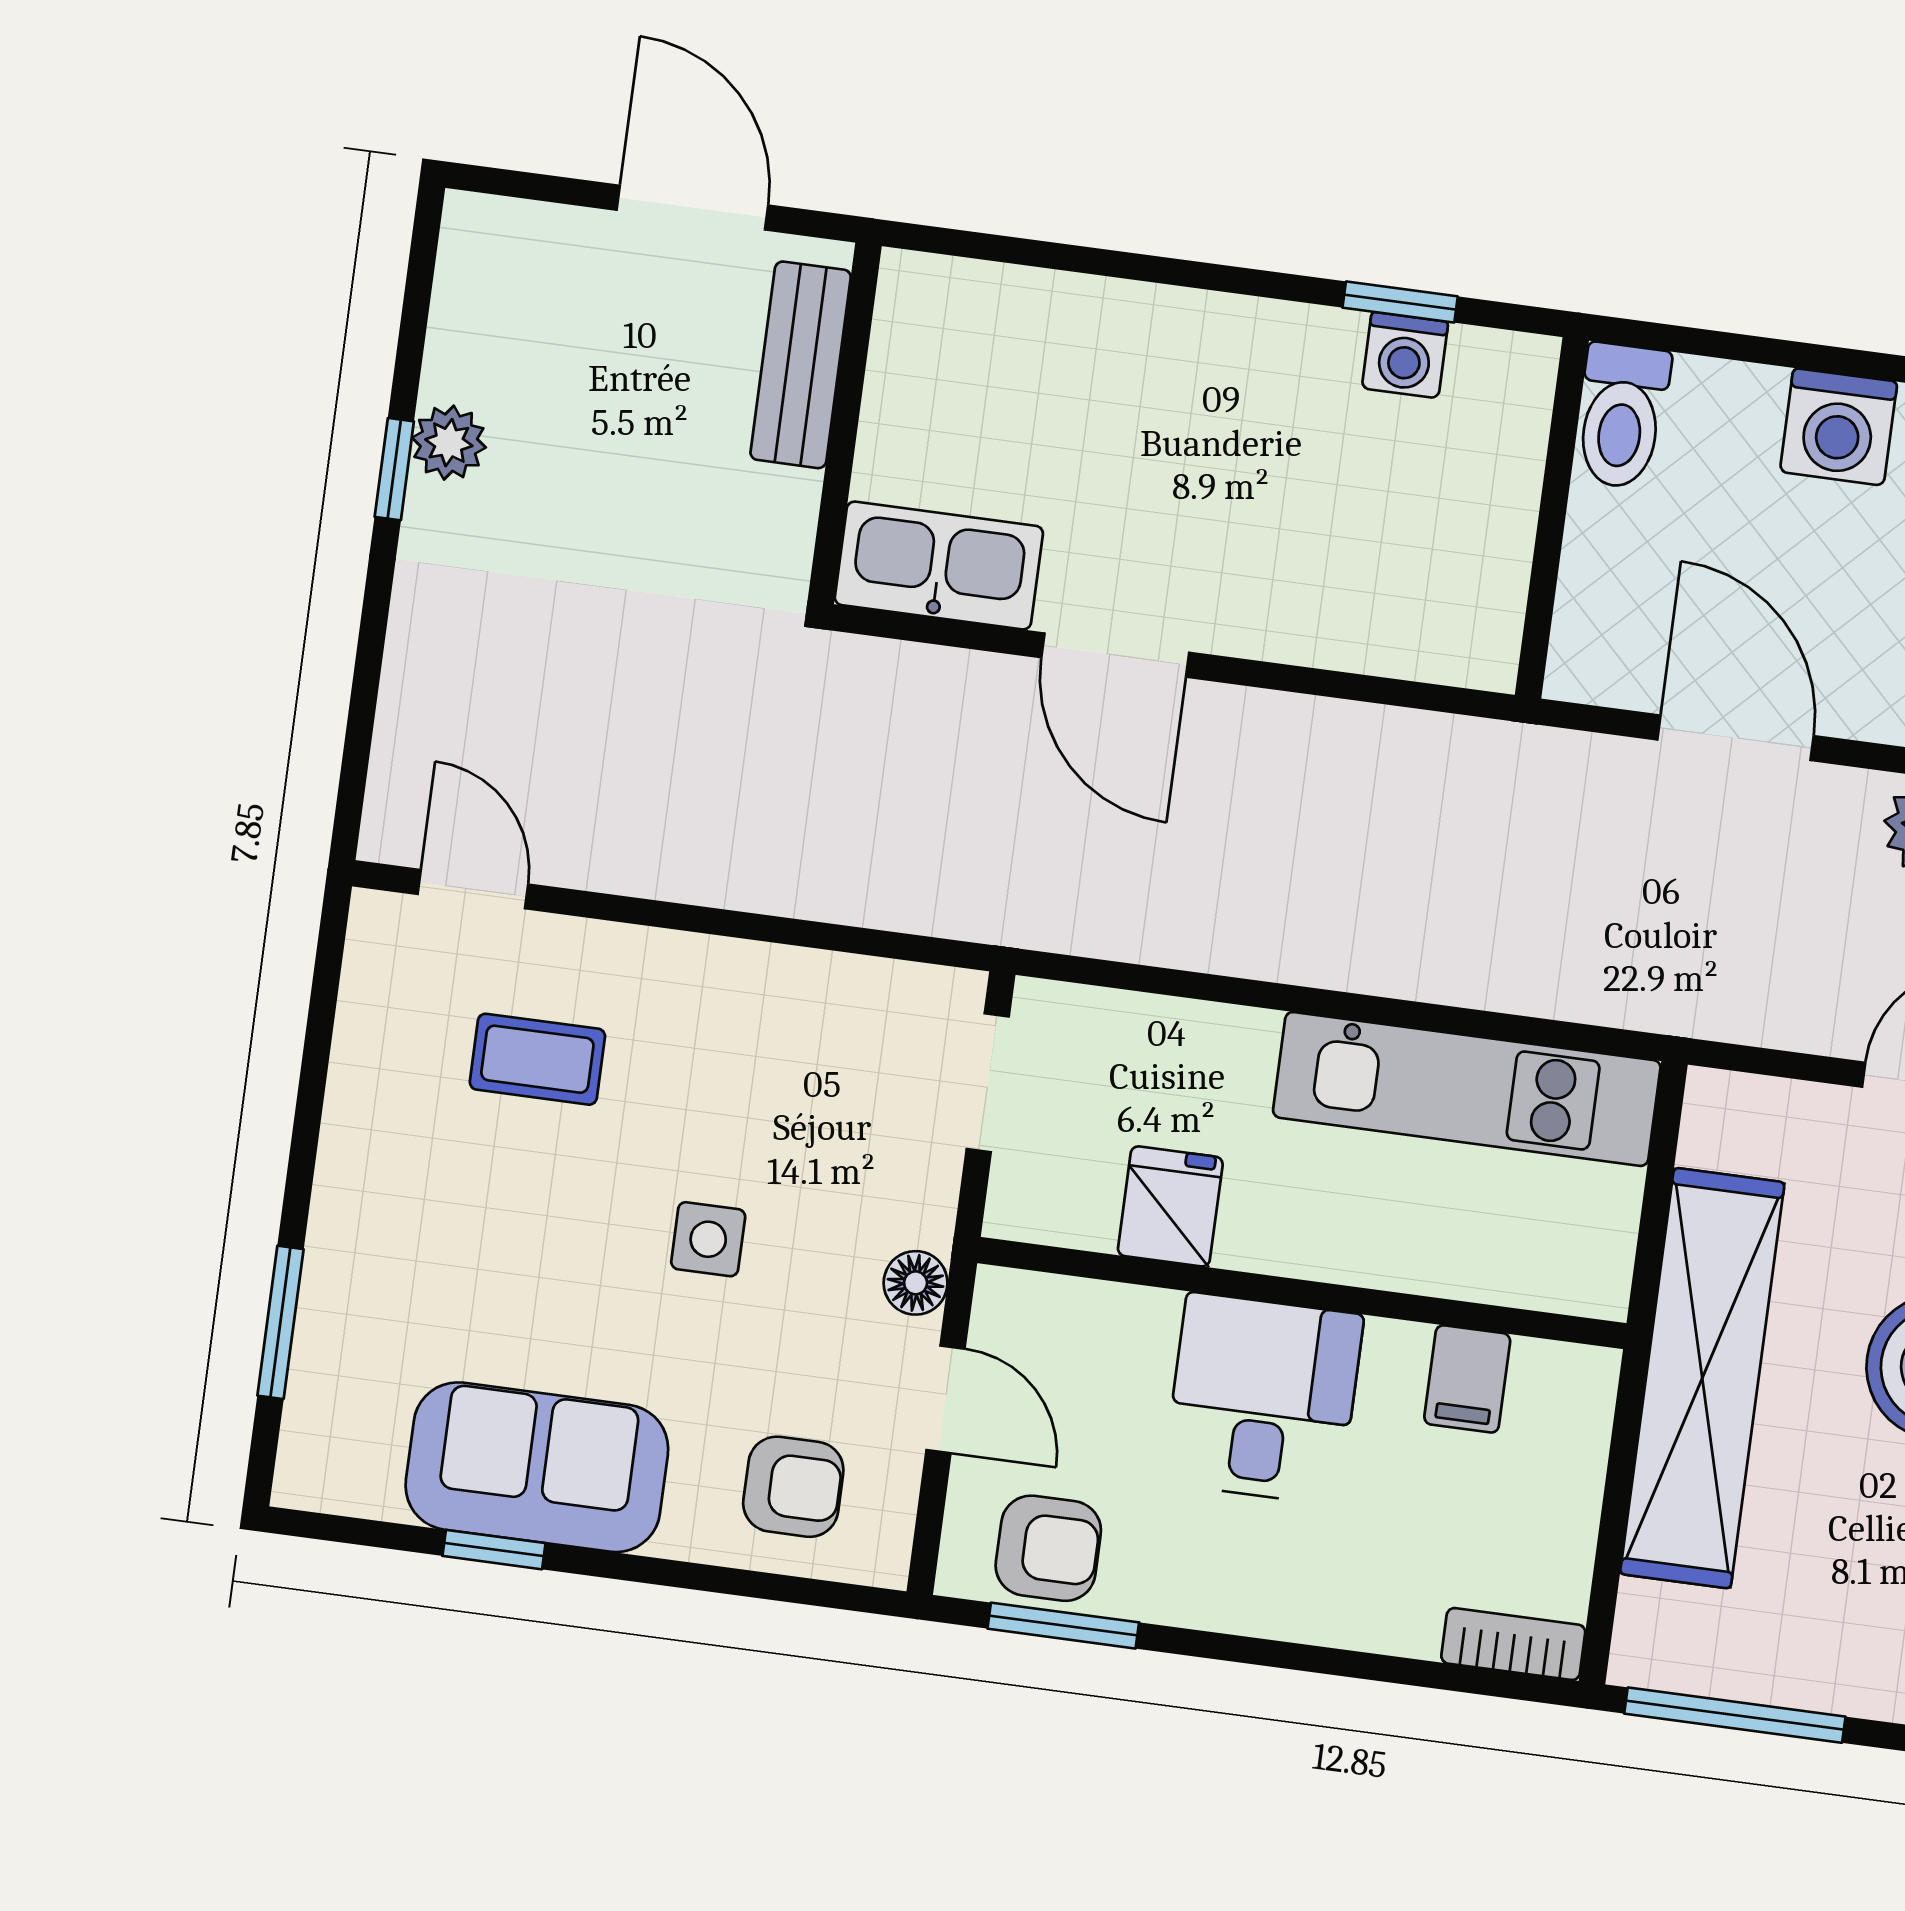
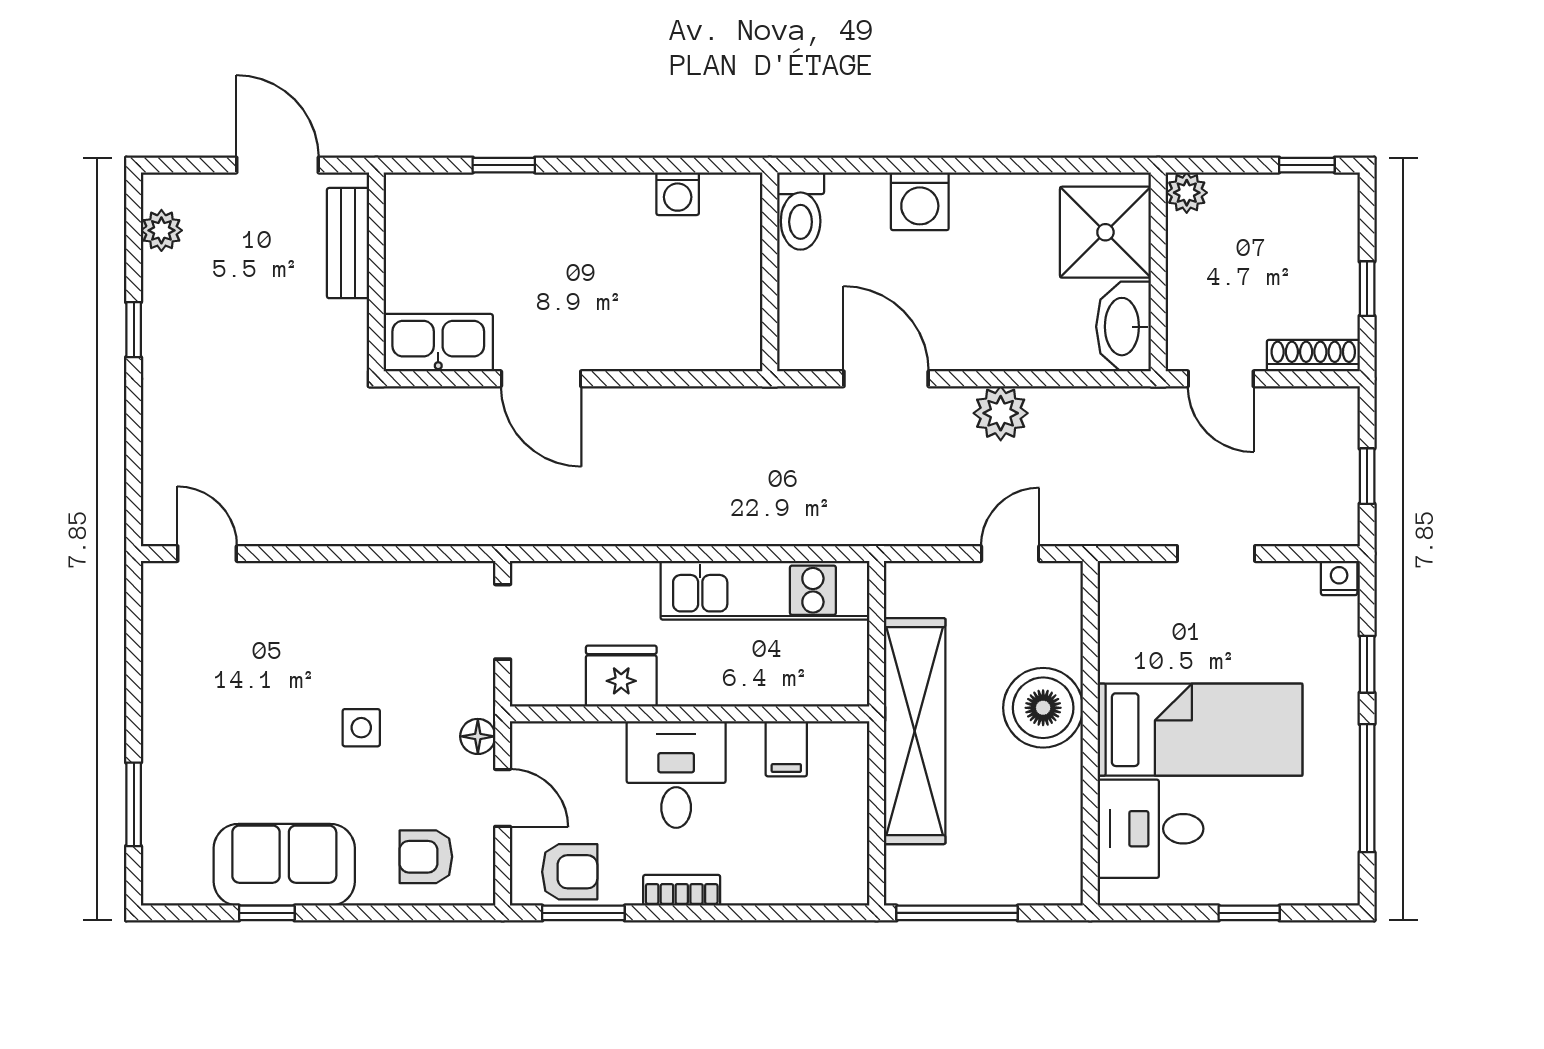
window: (1400, 302) -> (504, 165), moved
plant: (449, 443) -> (161, 230), moved
coffee table: (537, 1059) -> (255, 642), removed
fridge: (1170, 1206) -> (621, 676), width x1.38
armchair: (793, 1487) -> (426, 857), turned 180
bookcase: (1513, 1644) -> (682, 890), moved

